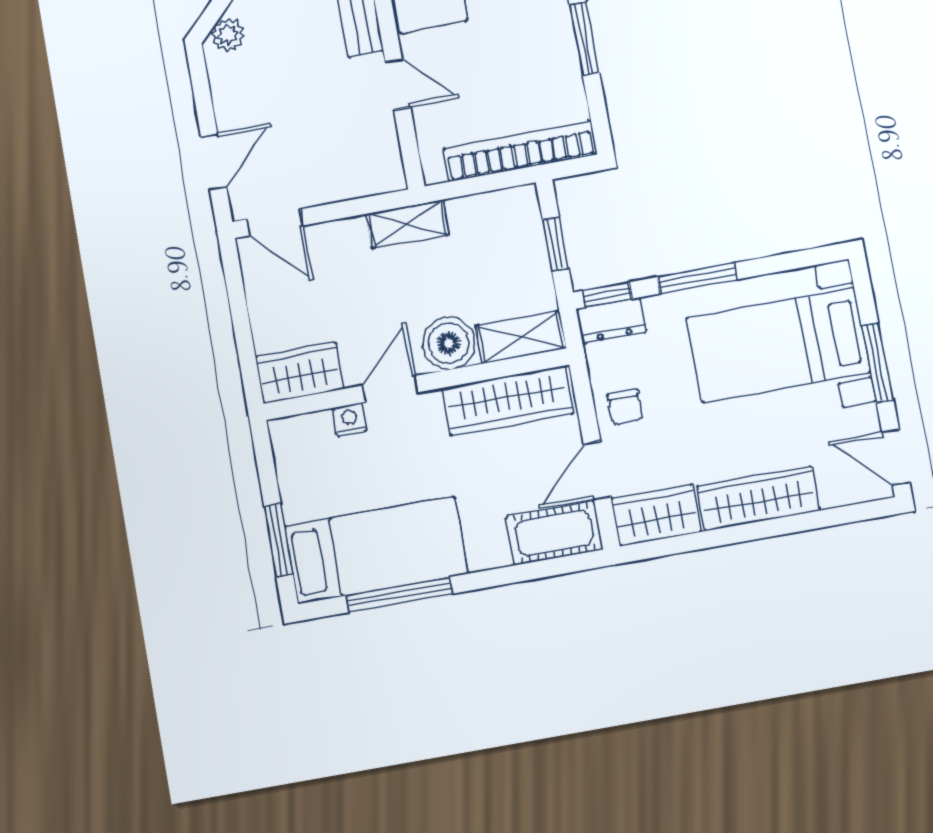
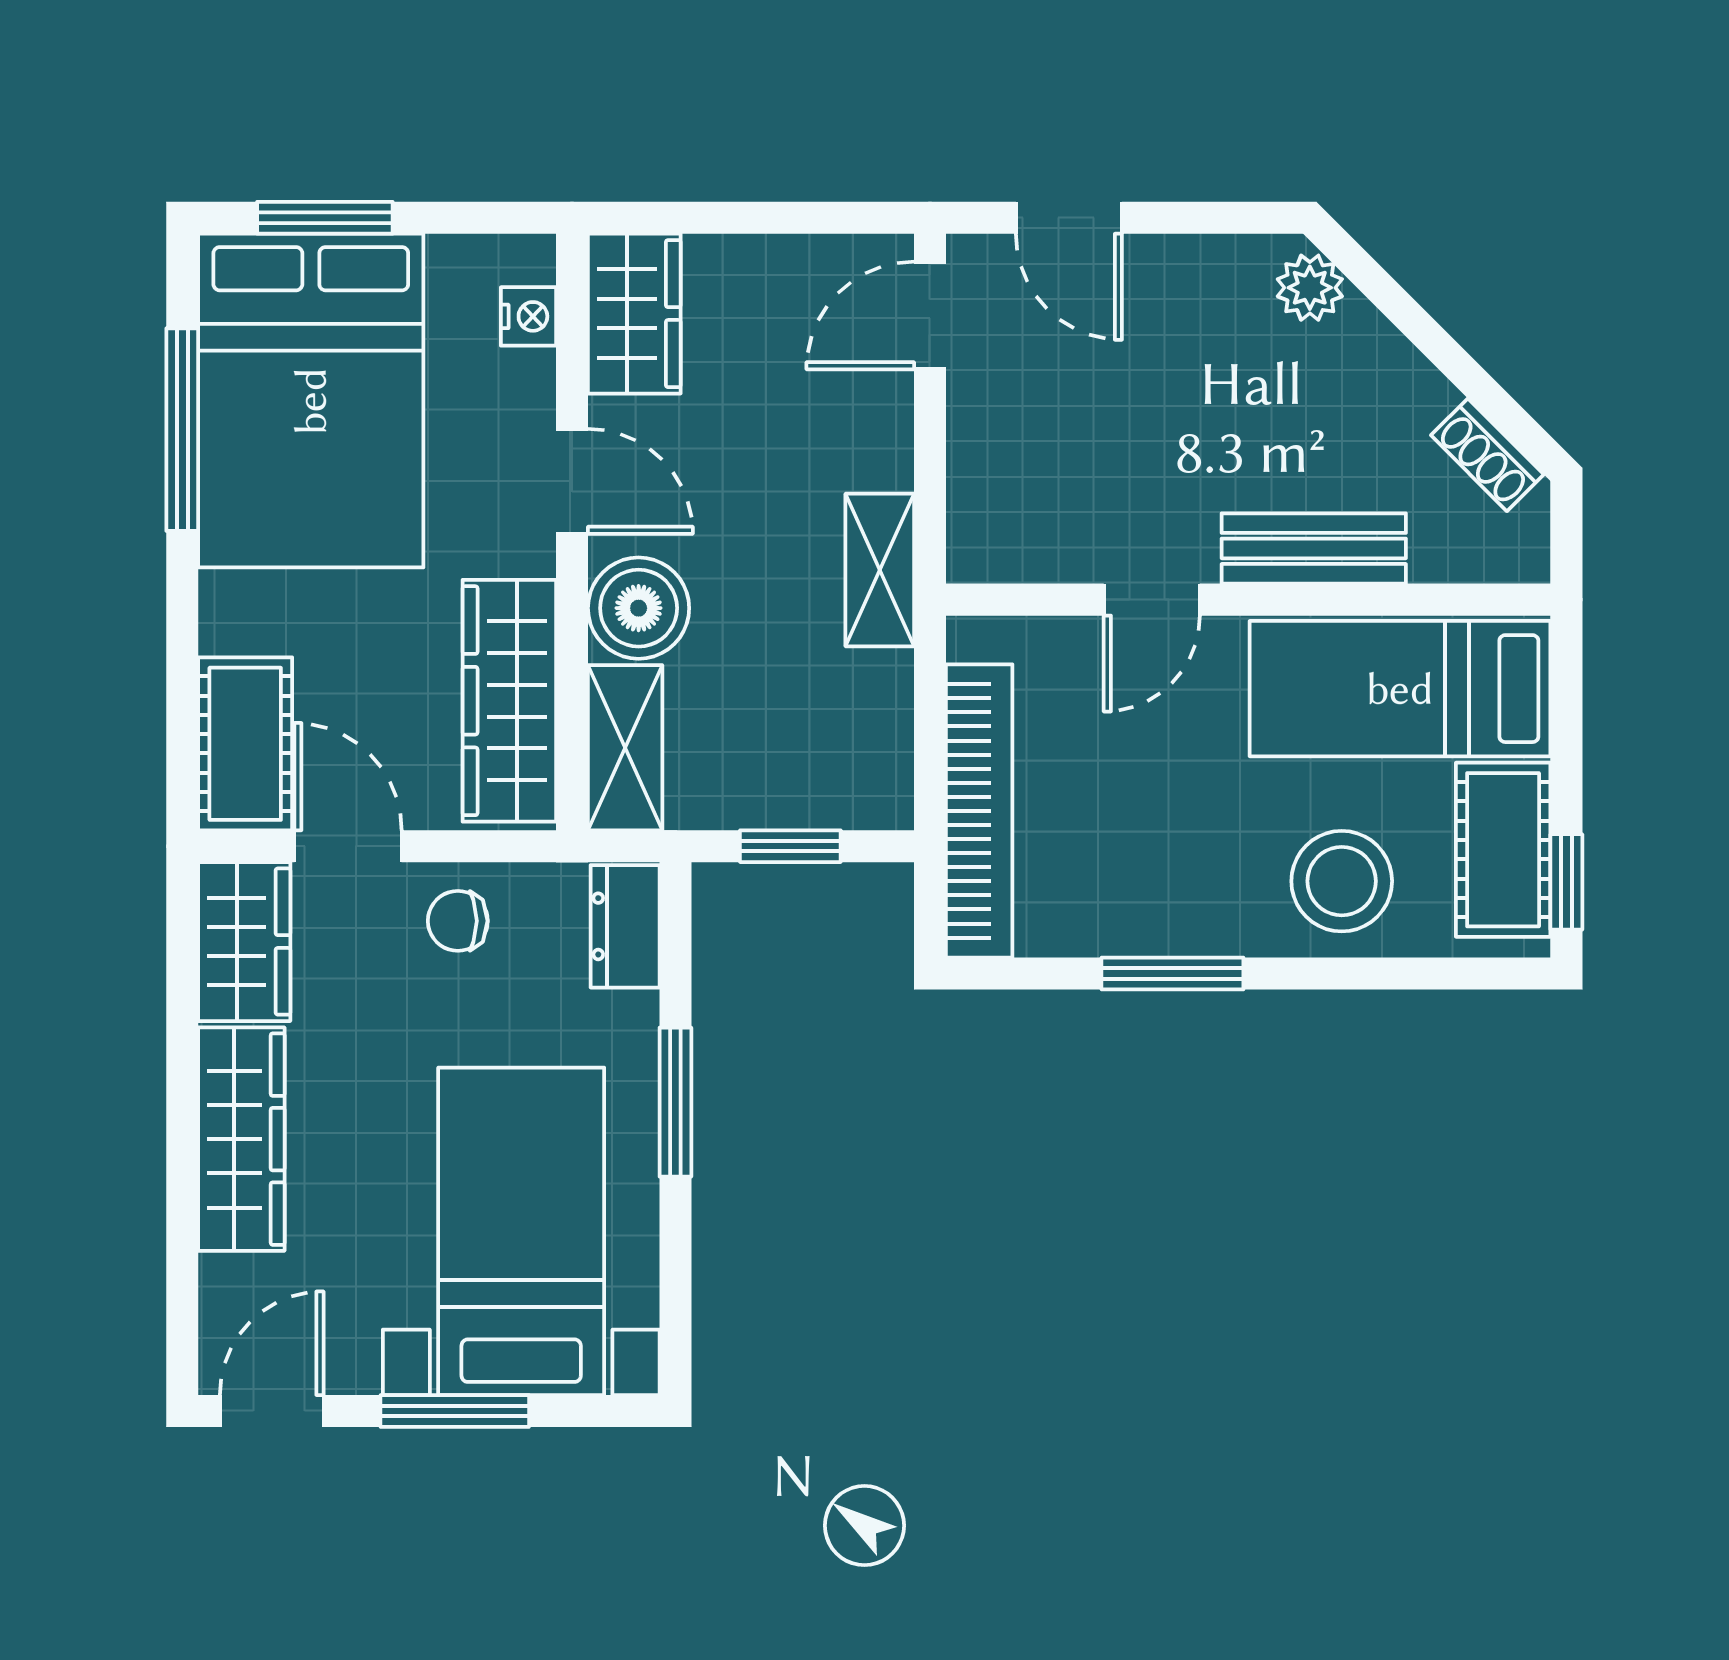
window: (607, 295) -> (675, 926), removed
nightstand: (350, 419) -> (528, 316), moved
bed: (376, 550) -> (311, 401), width x1.50

